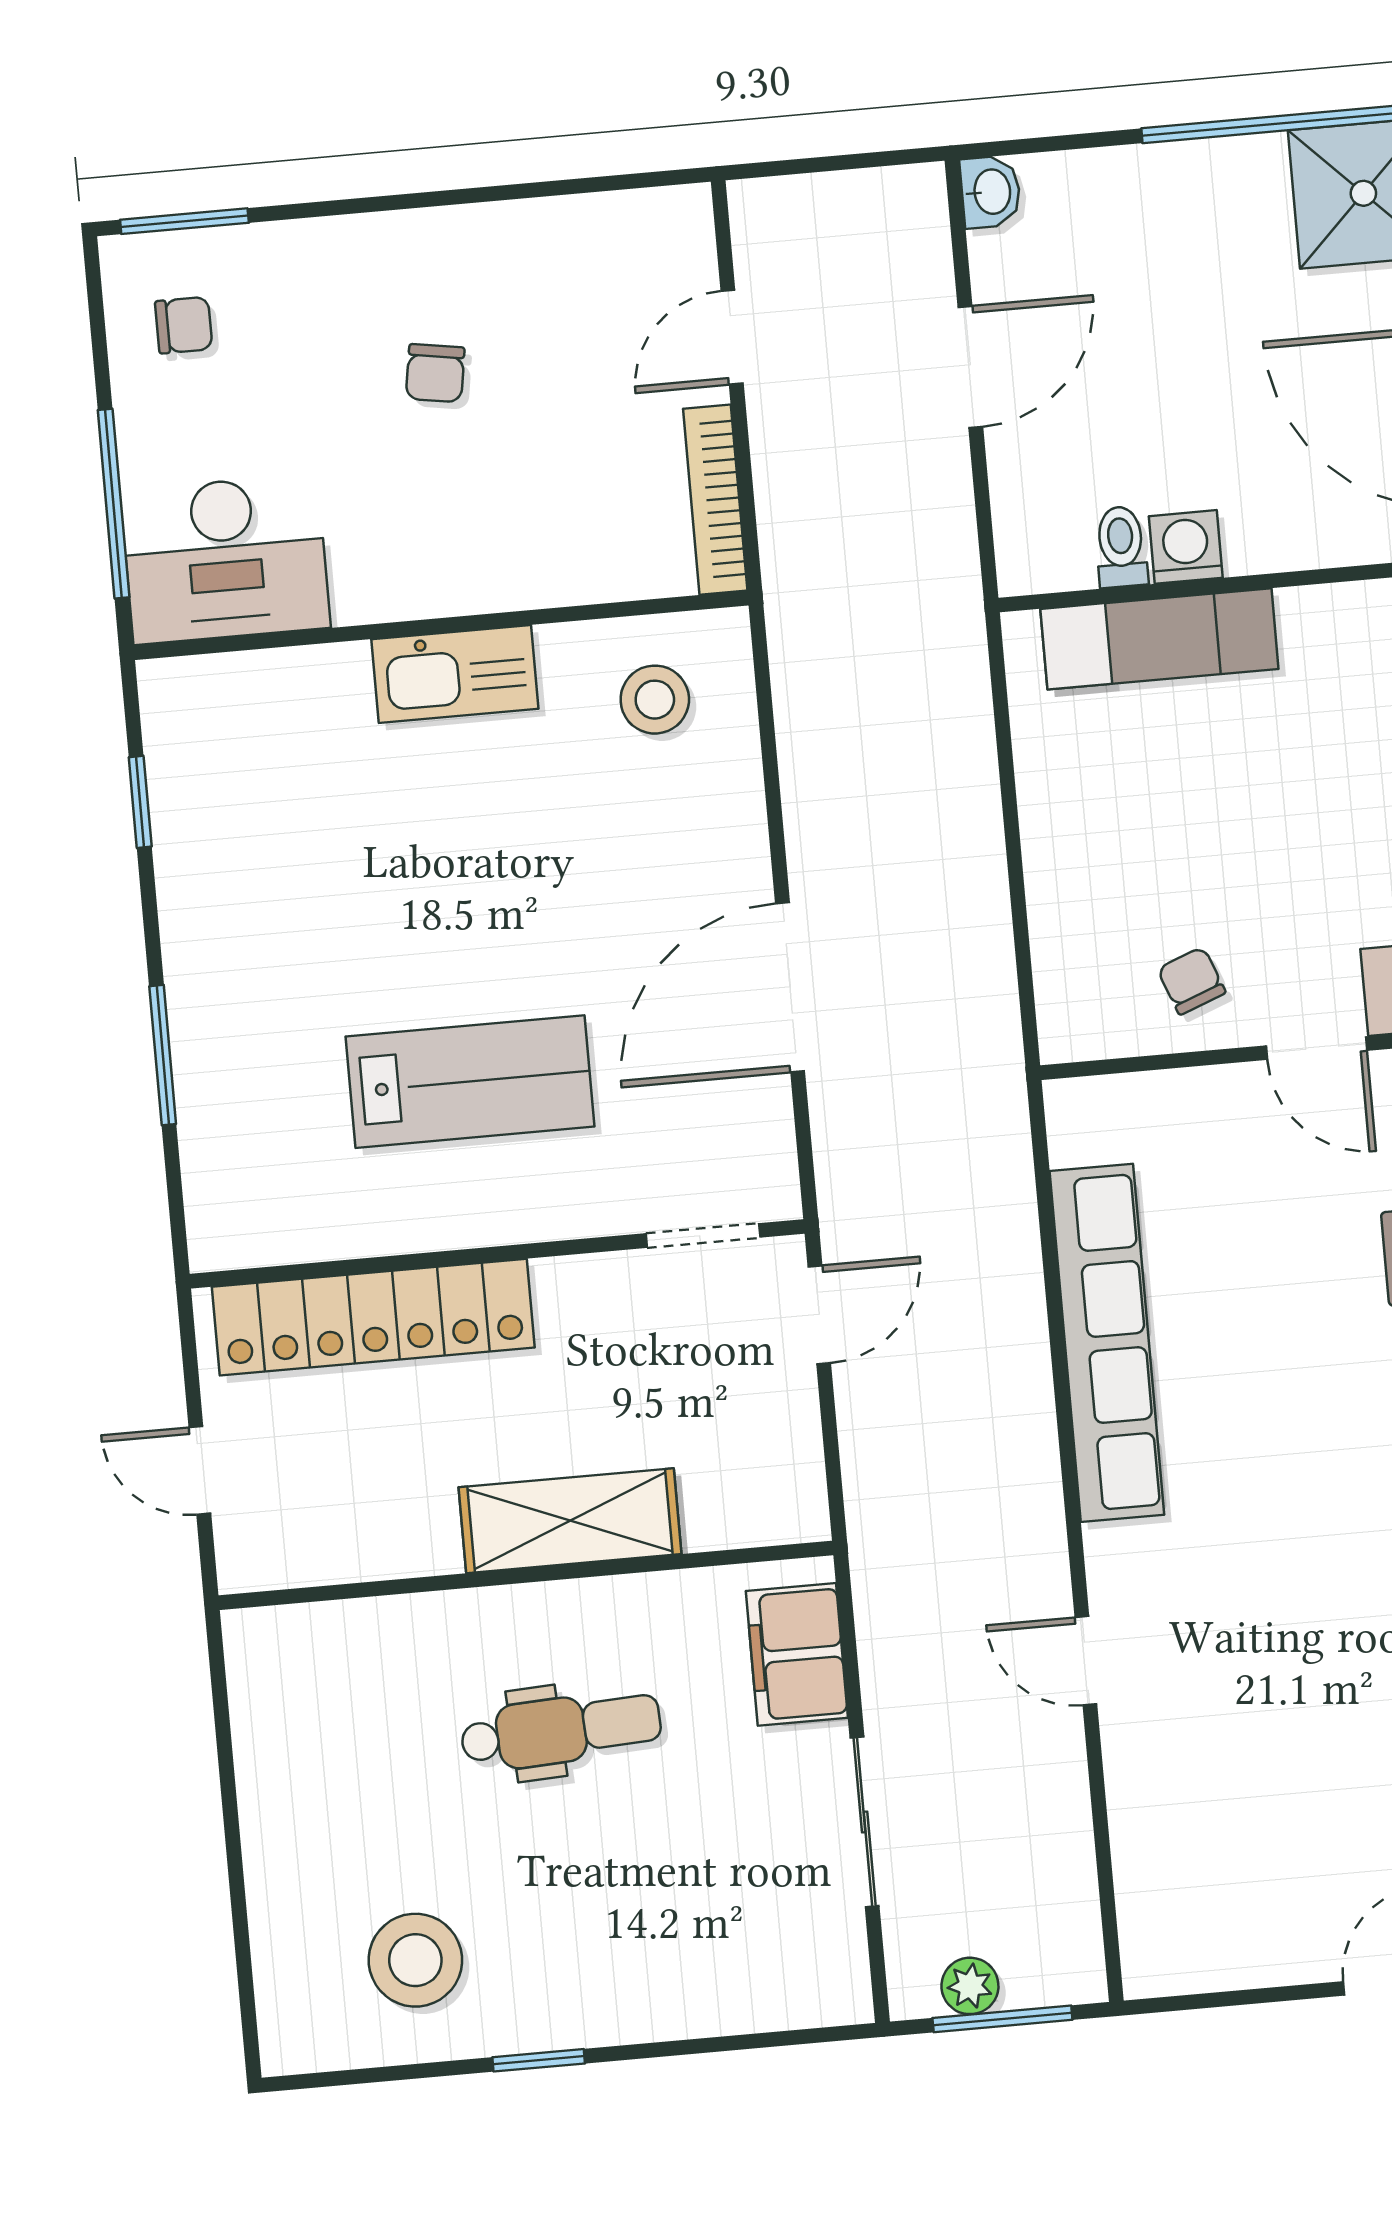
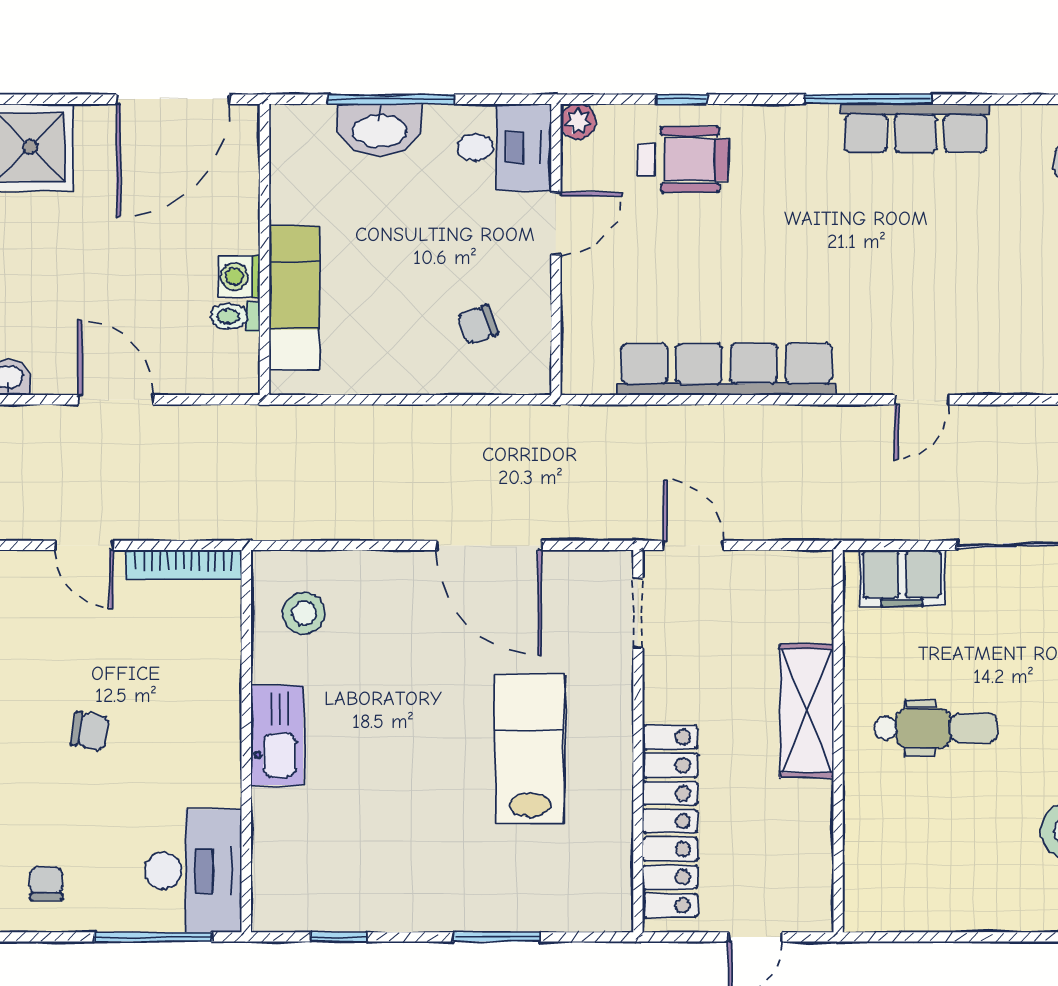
chair: (1191, 981) -> (478, 325), moved
dental chair: (561, 1730) -> (936, 728), turned 93

